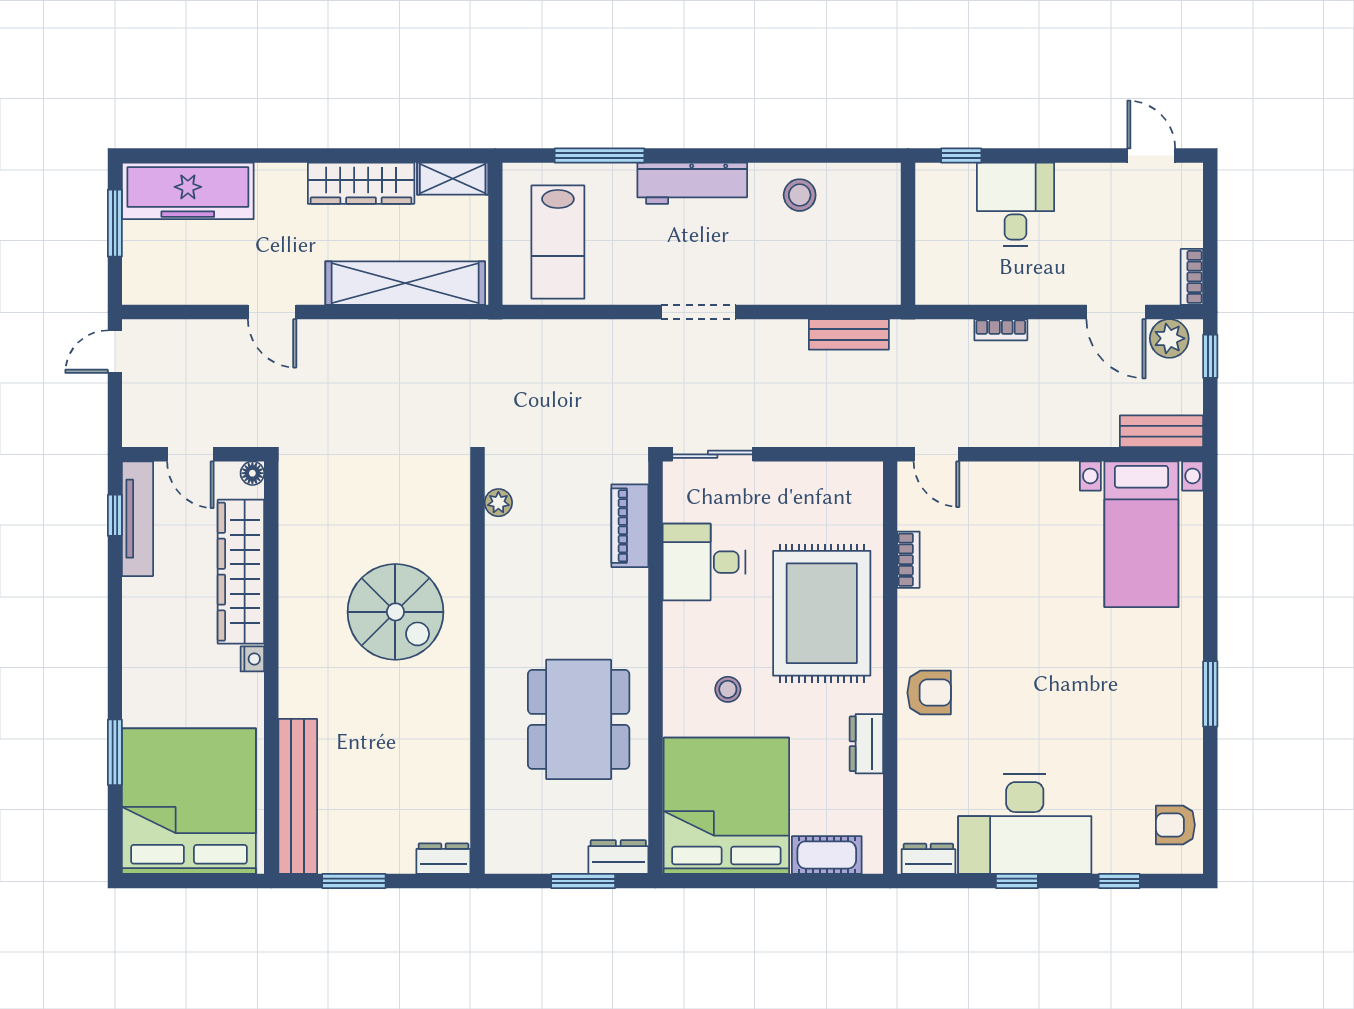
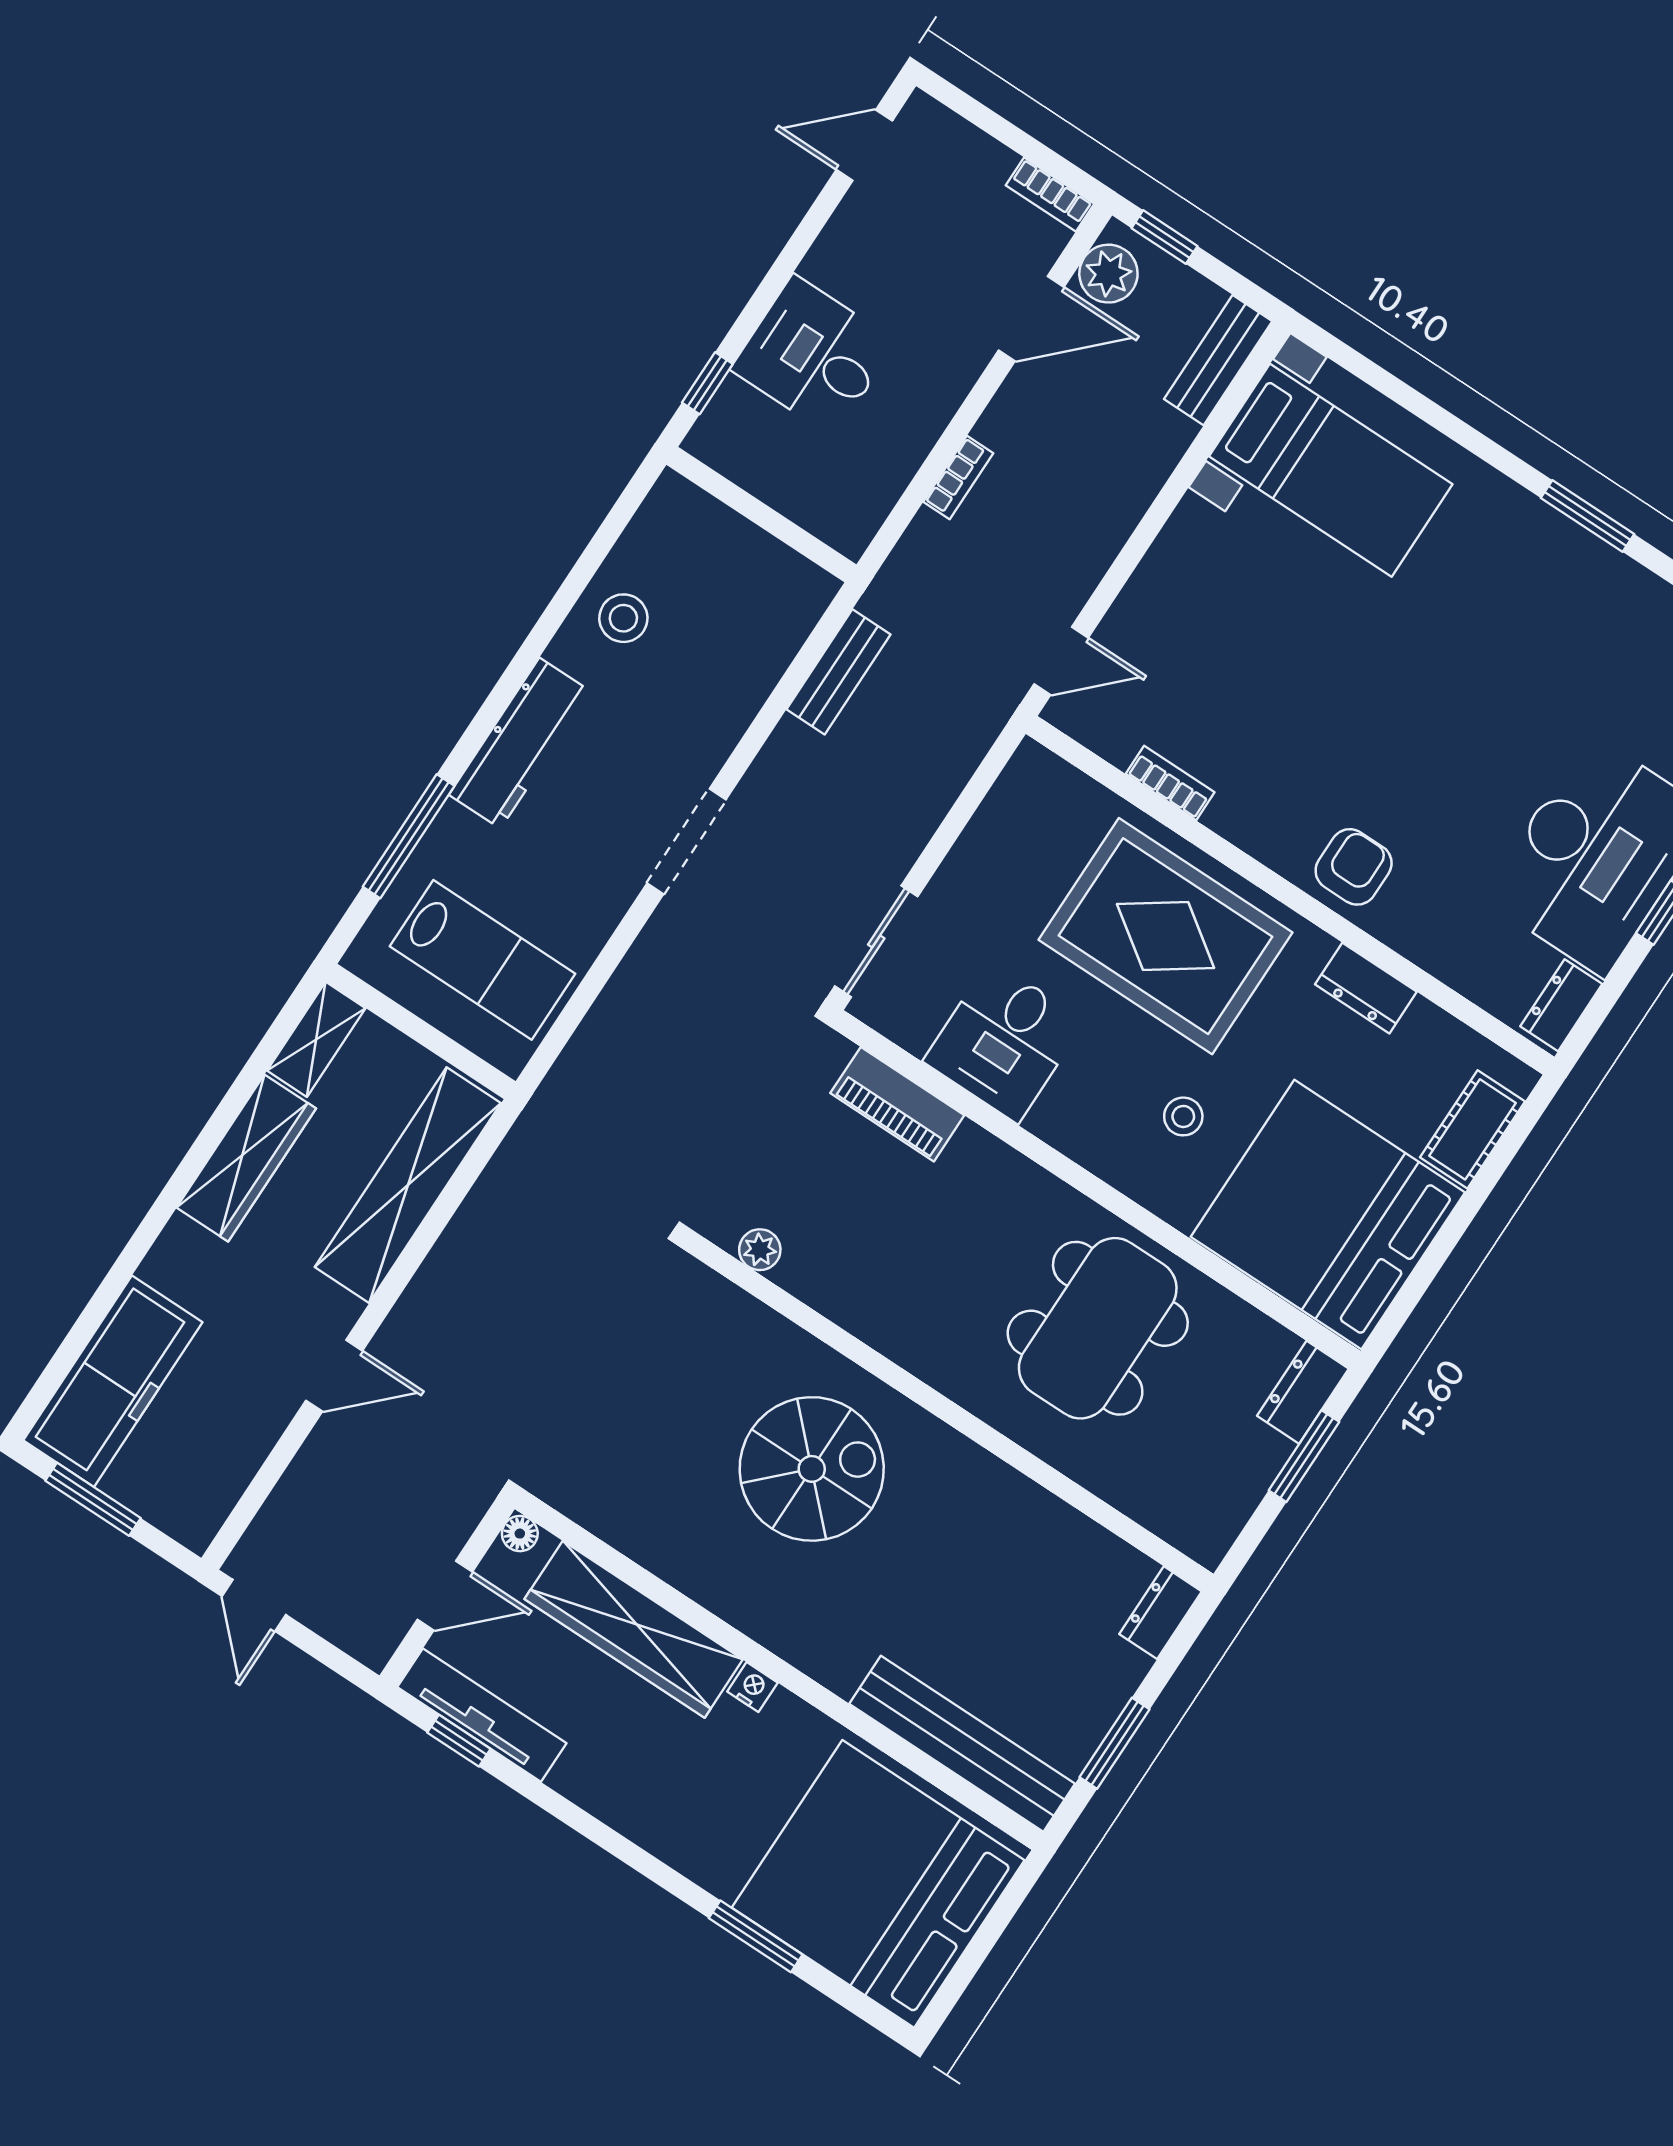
dining table: (579, 719) -> (1098, 1328), turned 90

